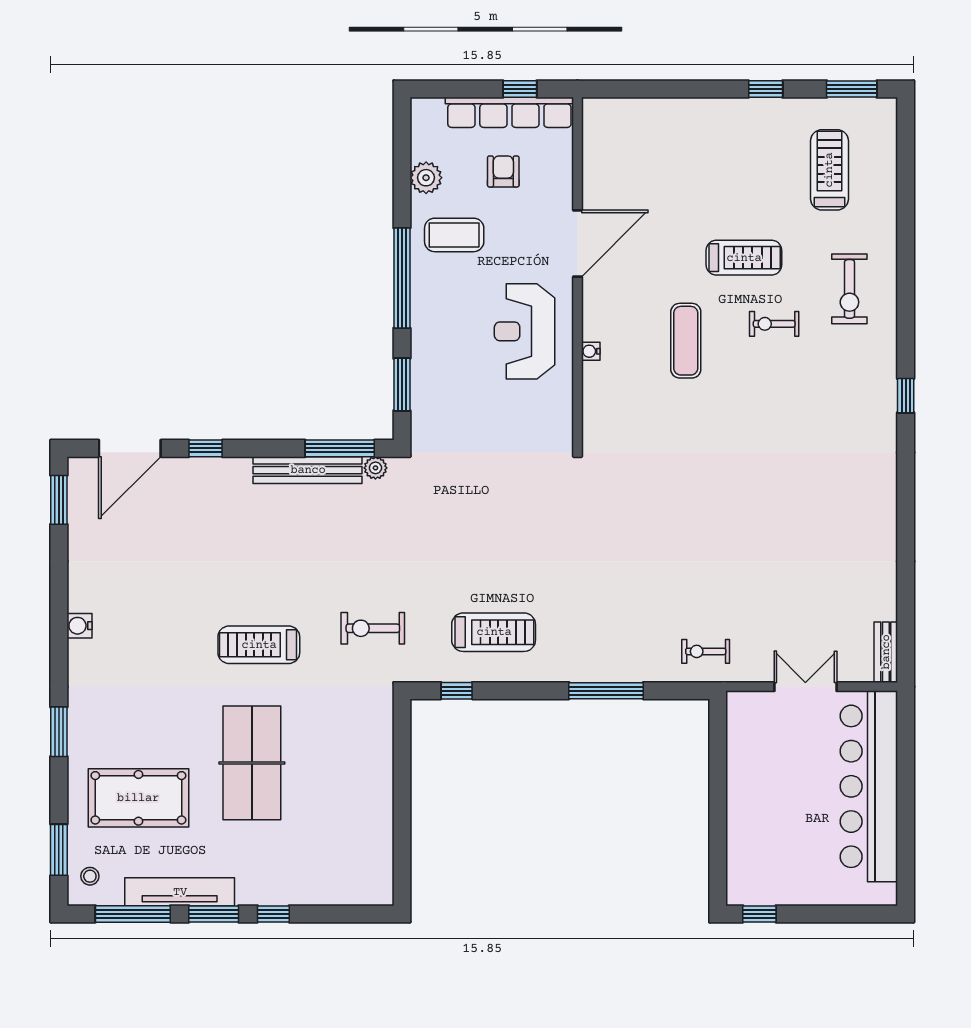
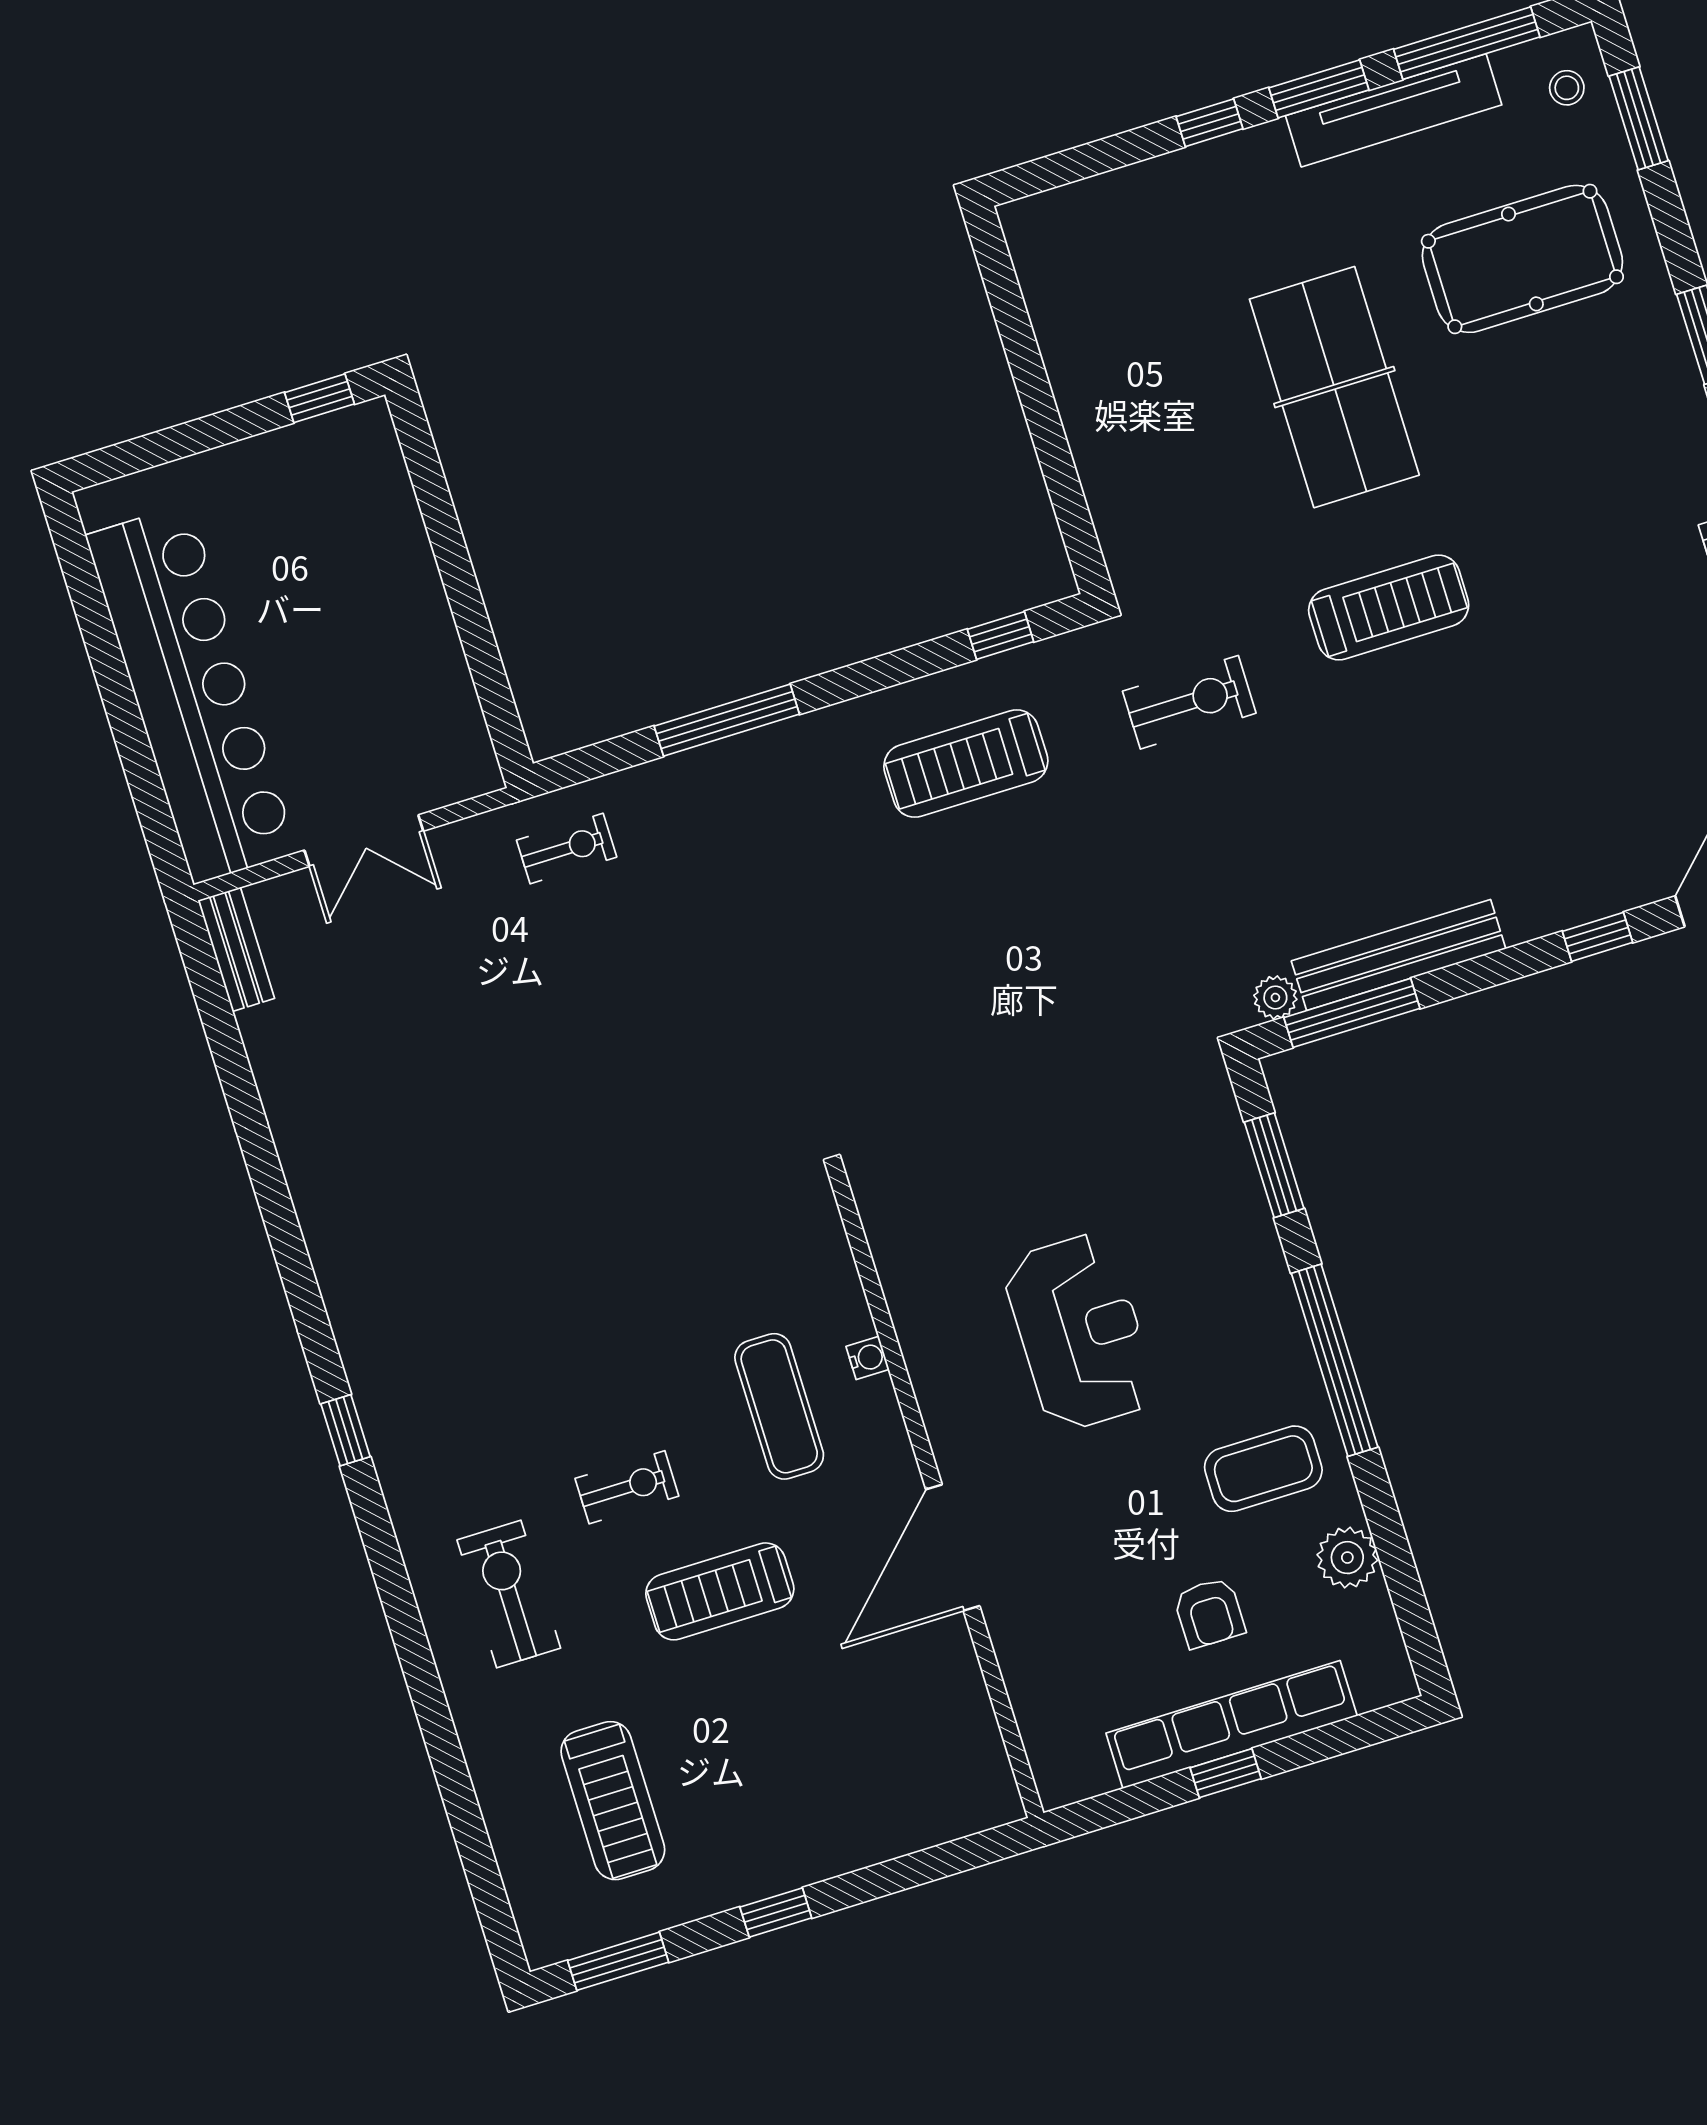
door: (578, 243) -> (953, 1548), moved
wall: (578, 273) -> (936, 1494), moved
water cooler: (591, 351) -> (868, 1358), moved

